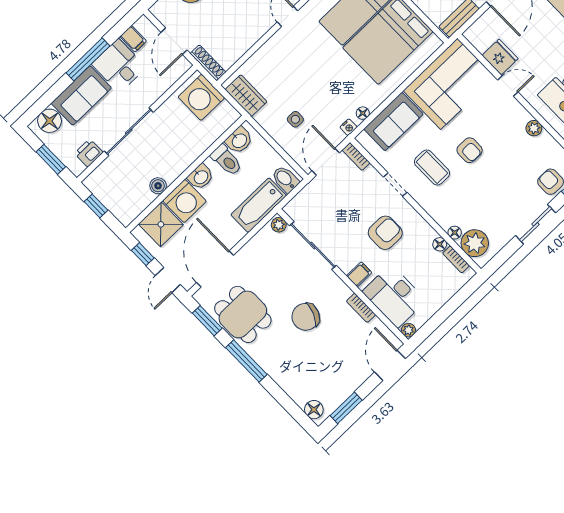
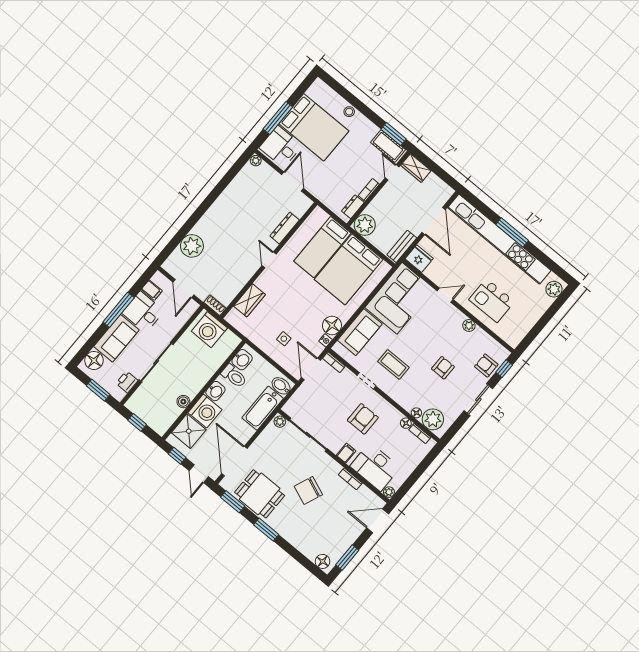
fridge: (500, 57) -> (419, 259), moved
shoe rack: (208, 63) -> (215, 305), width x0.70
wardrobe: (246, 96) -> (249, 300), moved, turned 90
floor lamp: (363, 113) -> (332, 325), width x1.89, depth x1.89
armchair: (470, 150) -> (443, 368), moved, turned -90
window: (246, 361) -> (266, 530), width x0.69
door: (390, 365) -> (378, 521), hinge flipped

